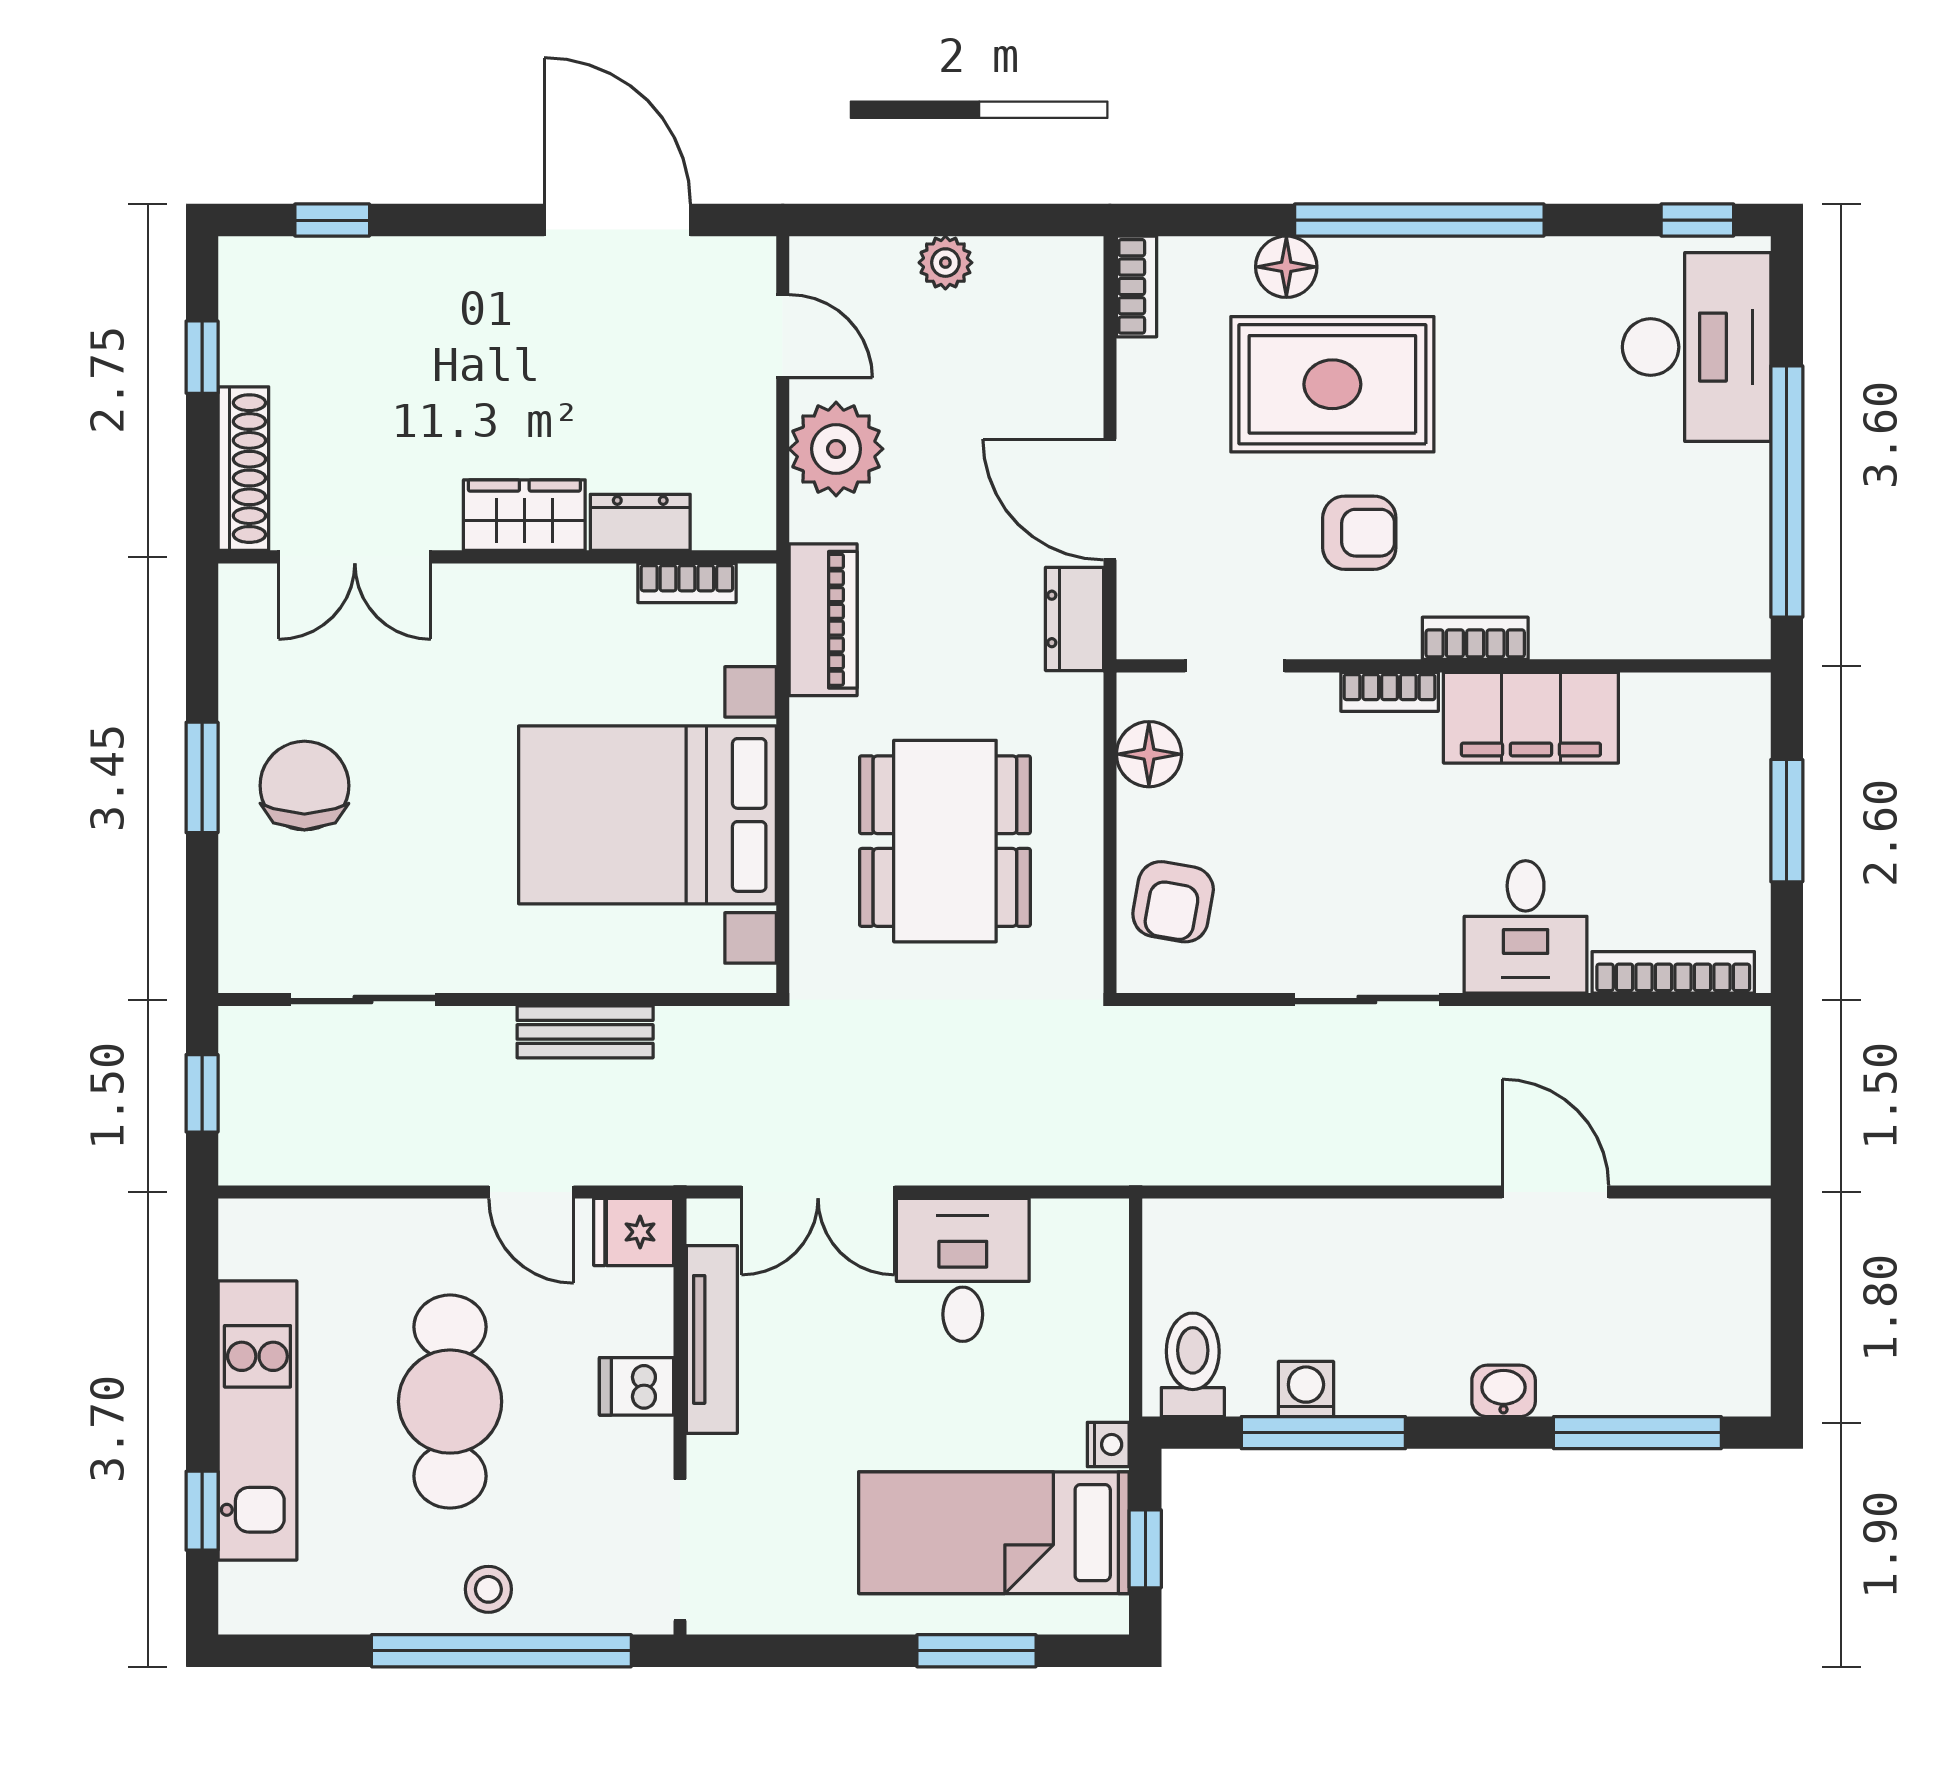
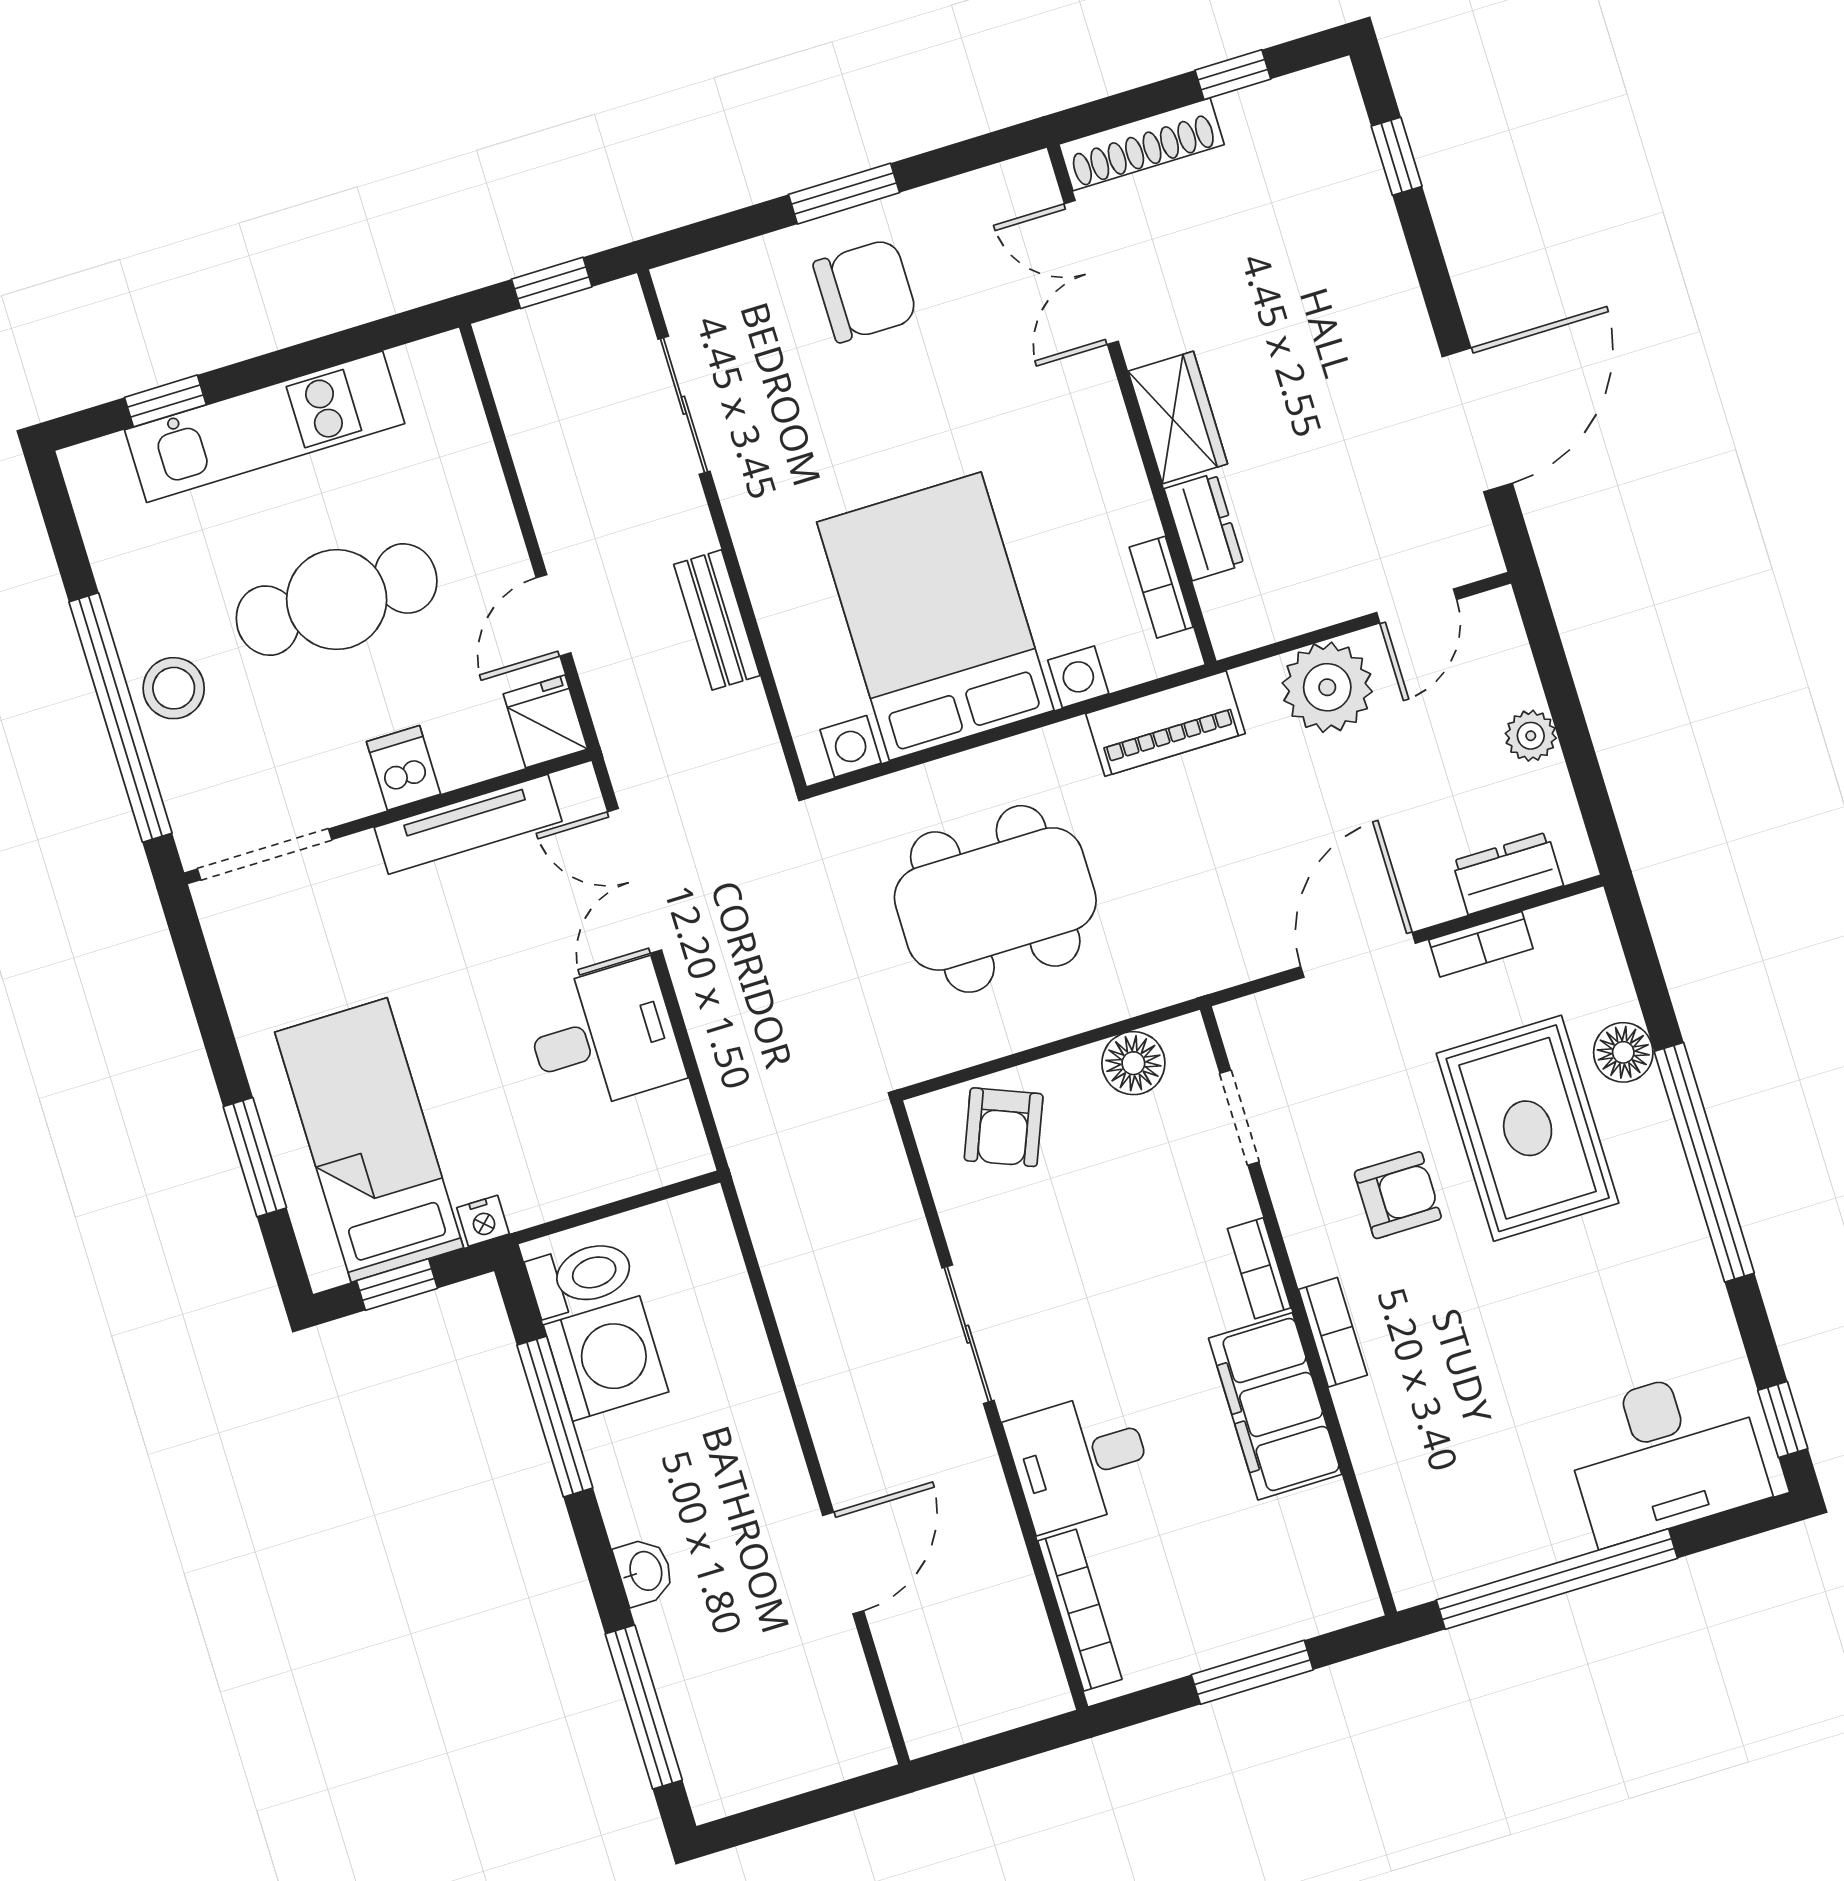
bookcase: (1137, 286) -> (1481, 944), moved
armchair: (1359, 533) -> (1398, 1195), turned -90
dresser: (1074, 619) -> (1508, 873), moved
armchair: (1173, 902) -> (1004, 1127), turned -78
washing machine: (1306, 1389) -> (606, 1358), width x1.89, depth x1.89
stool: (488, 1589) -> (174, 688), width x1.37, depth x1.37

